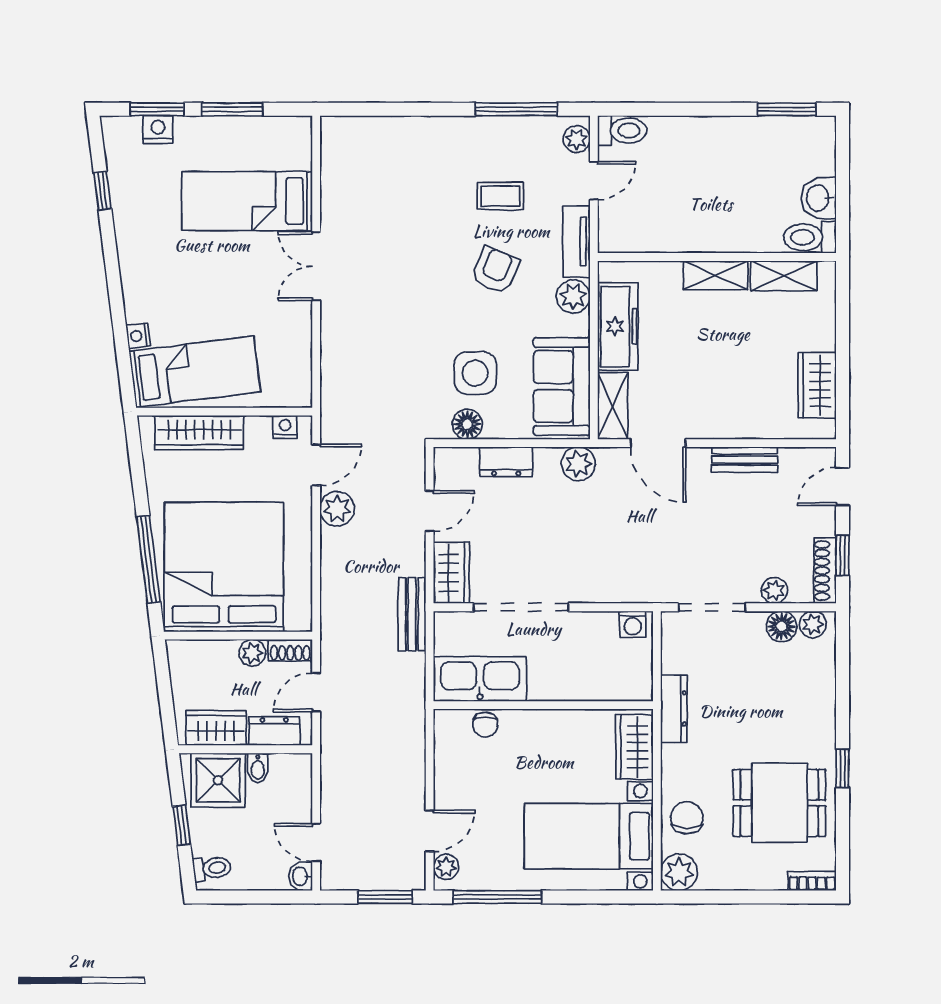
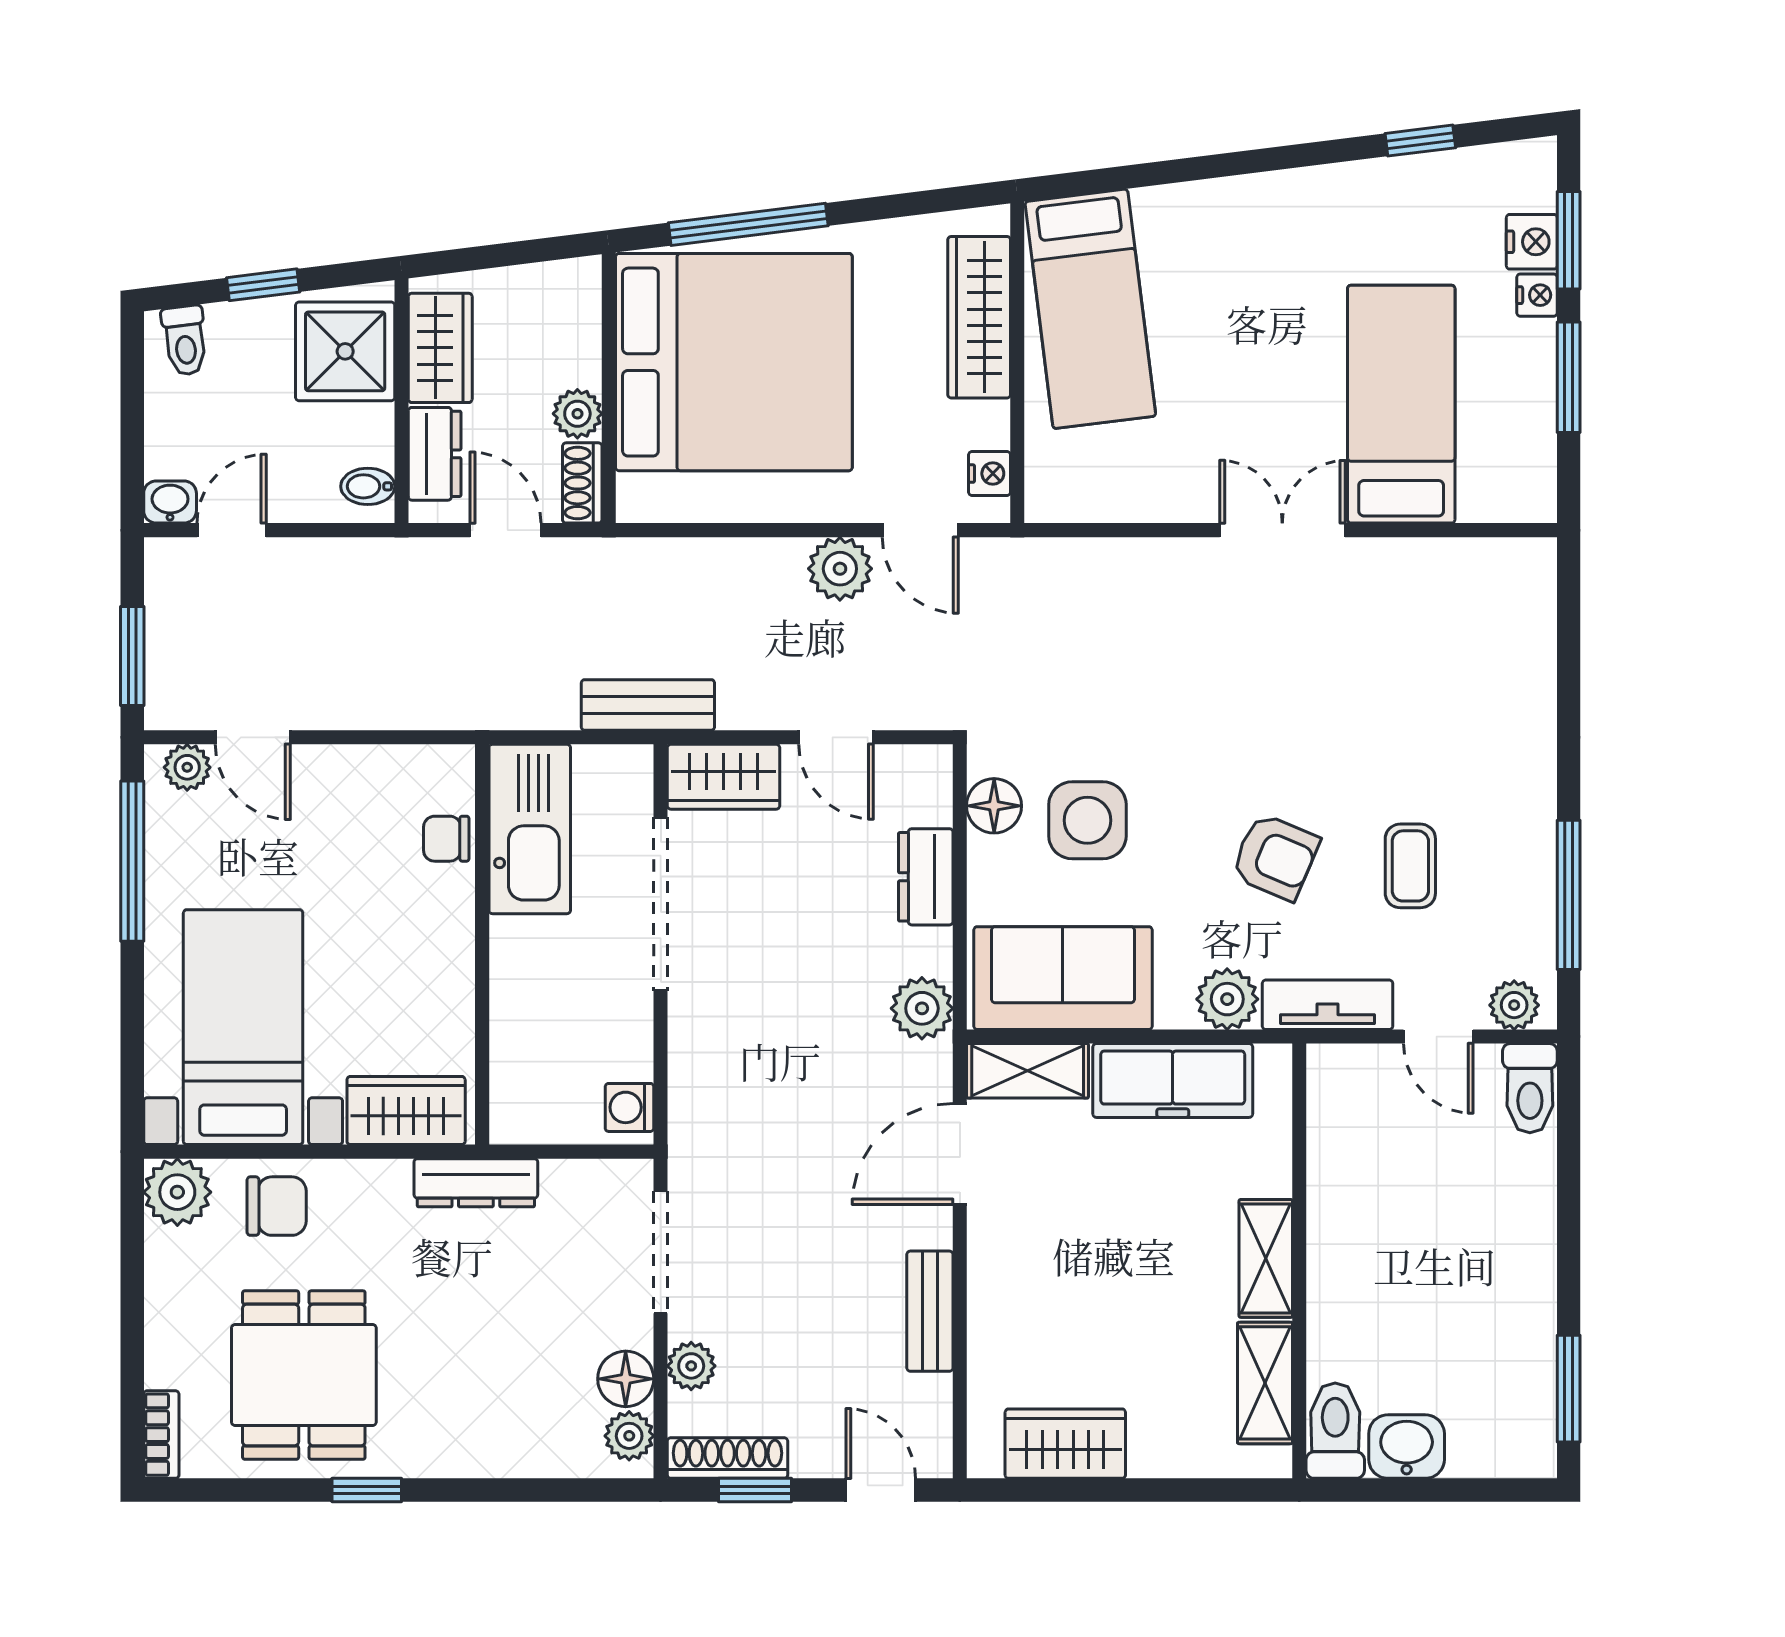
nightstand: (138, 336) -> (1537, 295), moved, turned 97
bidet: (258, 768) -> (368, 486), moved

